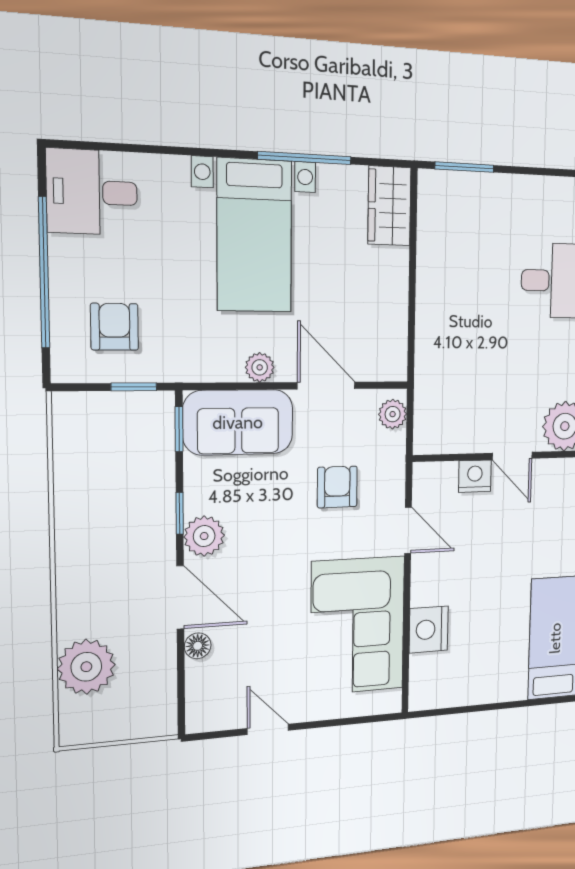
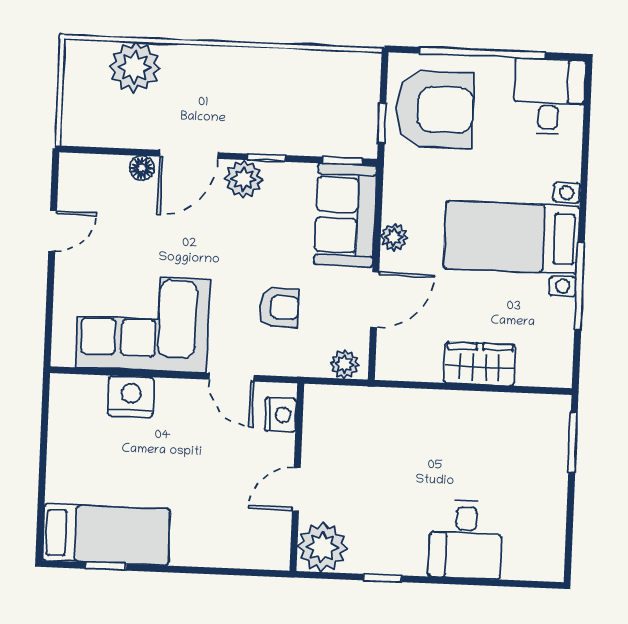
wardrobe: (389, 206) -> (480, 364), moved
armchair: (115, 327) -> (435, 109), width x1.88, depth x1.88
nightstand: (475, 476) -> (280, 415), moved
door: (408, 530) -> (231, 377), hinge flipped

